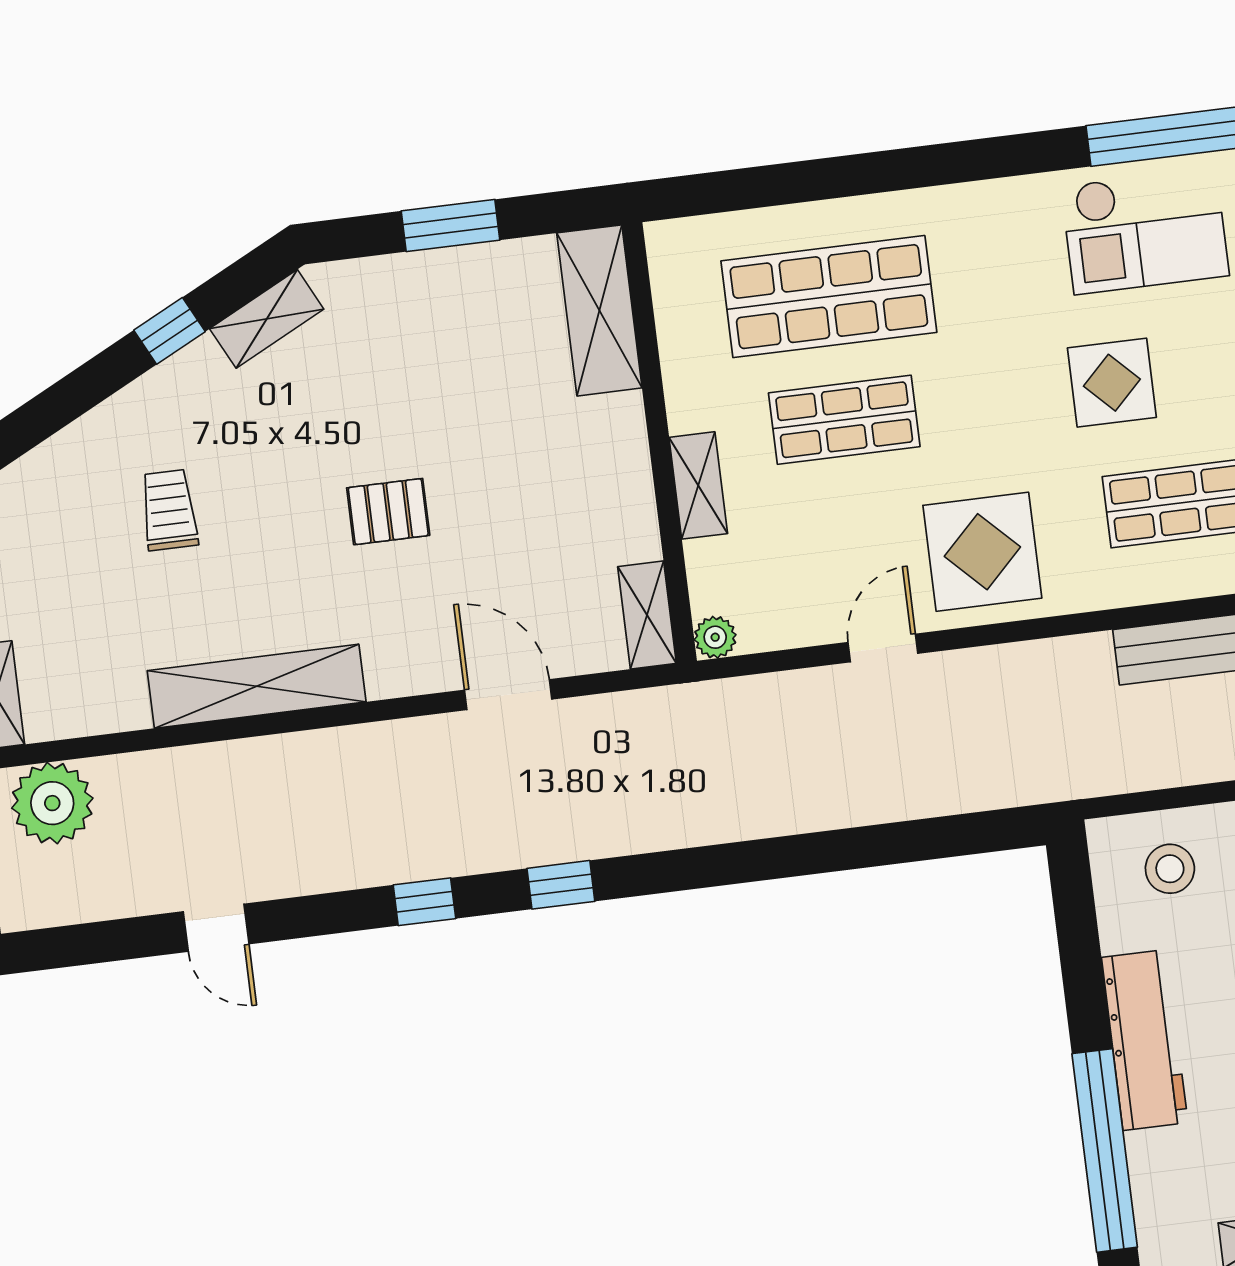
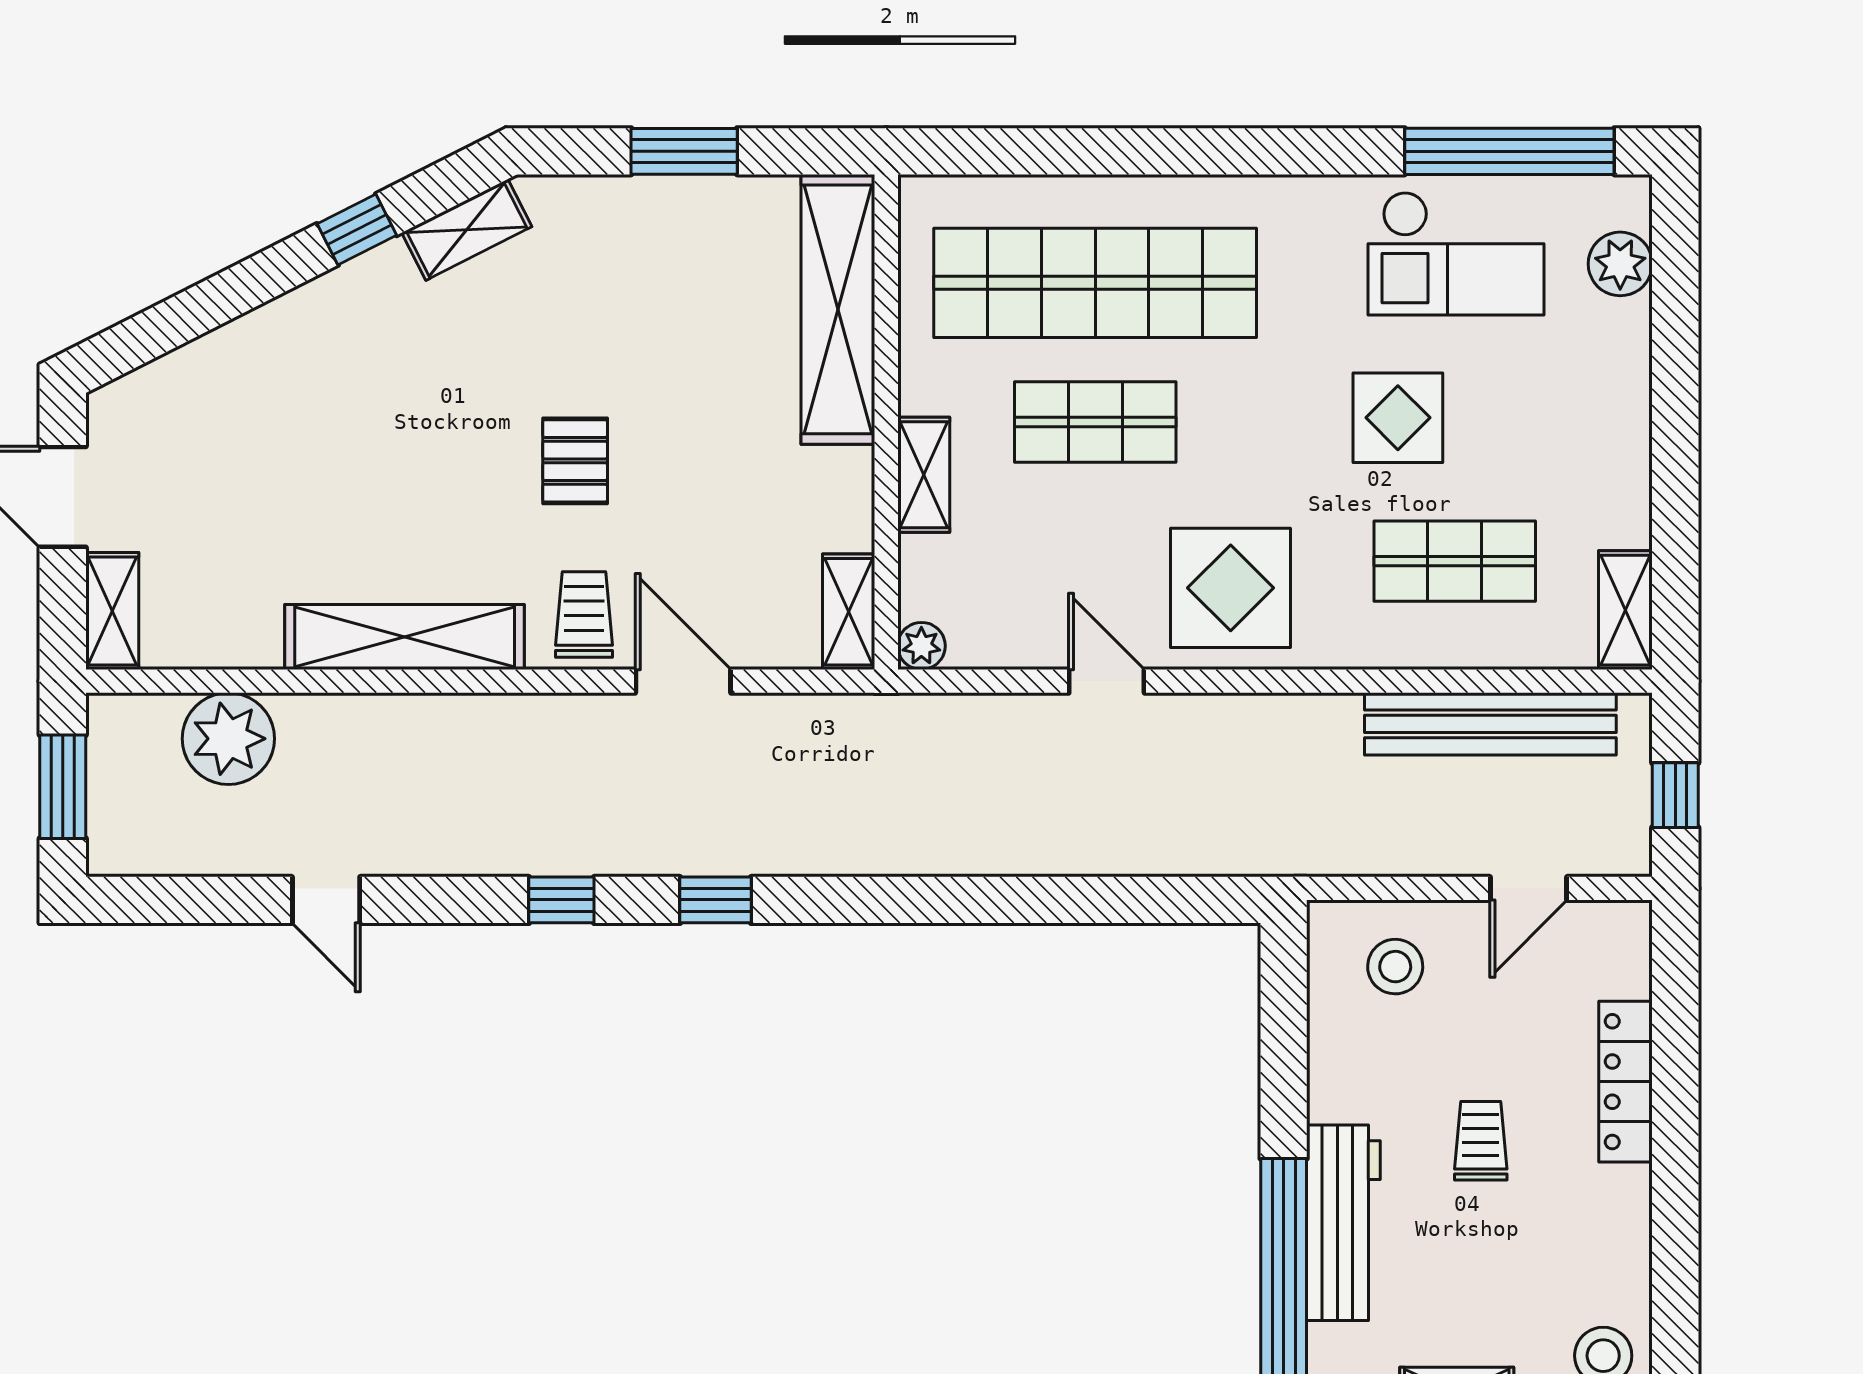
shop shelf: (829, 297) -> (1095, 283), width x1.40
shelving: (599, 310) -> (838, 309), width x1.47
trolley: (169, 510) -> (584, 614), moved
pallet: (388, 512) -> (575, 461), turned 90
door: (883, 648) -> (1107, 681), hinge flipped
plant: (52, 803) -> (228, 739), moved
workbench: (1145, 1040) -> (1343, 1223), moved

